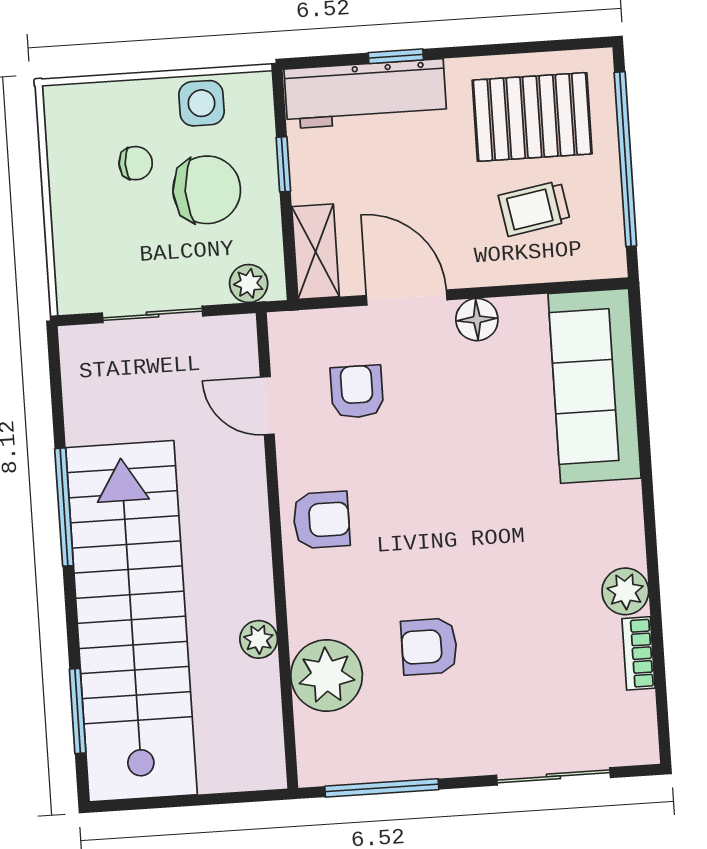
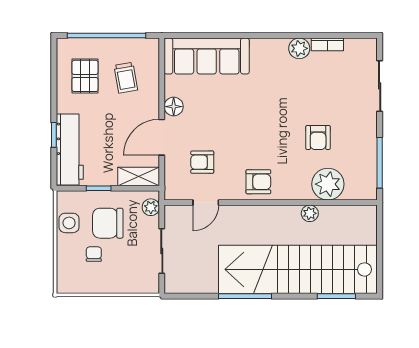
pallet: (532, 117) -> (85, 76), width x0.67, depth x0.71
chair: (207, 190) -> (108, 223), turned -90
armchair: (321, 520) -> (258, 182), turned 90

